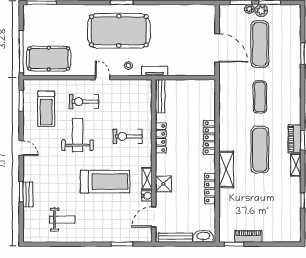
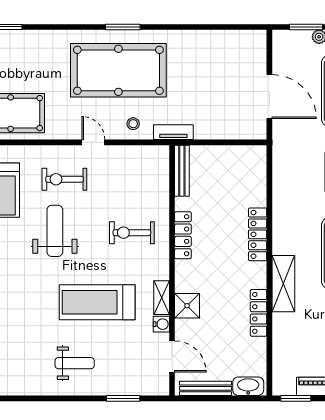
treadmill: (105, 182) -> (97, 302), turned 180
door: (154, 217) -> (172, 356), swing flipped
weight bench: (62, 220) -> (75, 363), moved

